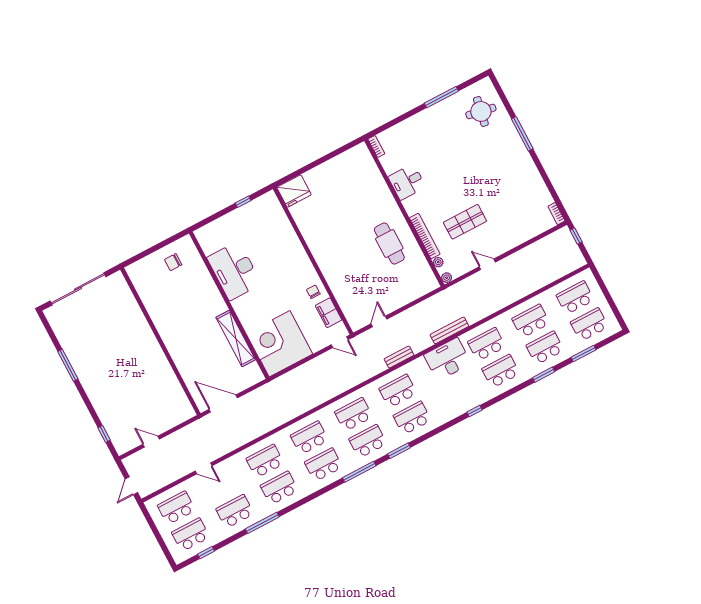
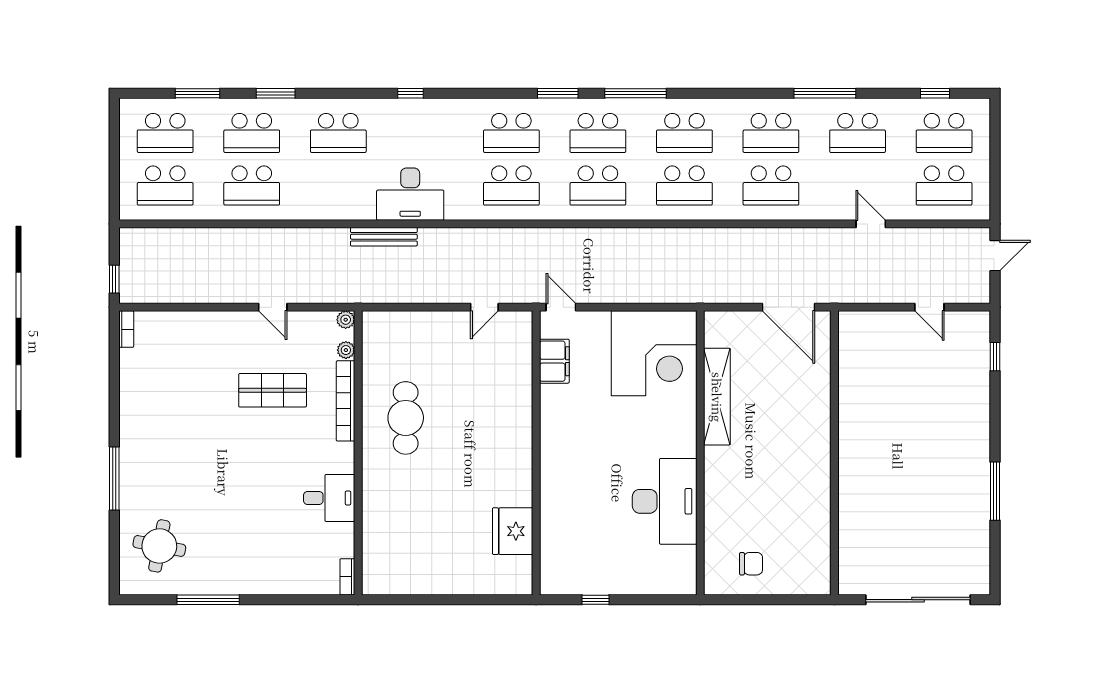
fridge: (294, 191) -> (513, 531), moved, turned -90
chair: (313, 292) -> (561, 406), removed
school desk: (487, 344) -> (338, 186), removed
bench: (399, 357) -> (482, 237), removed

